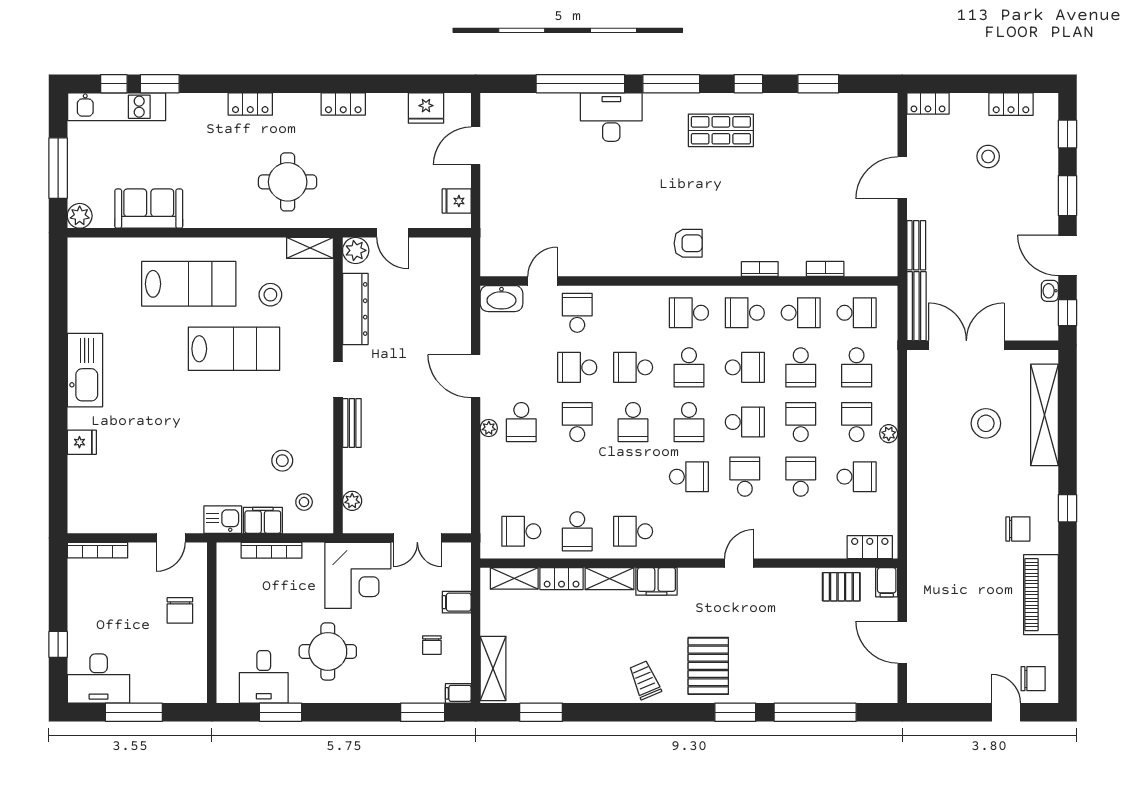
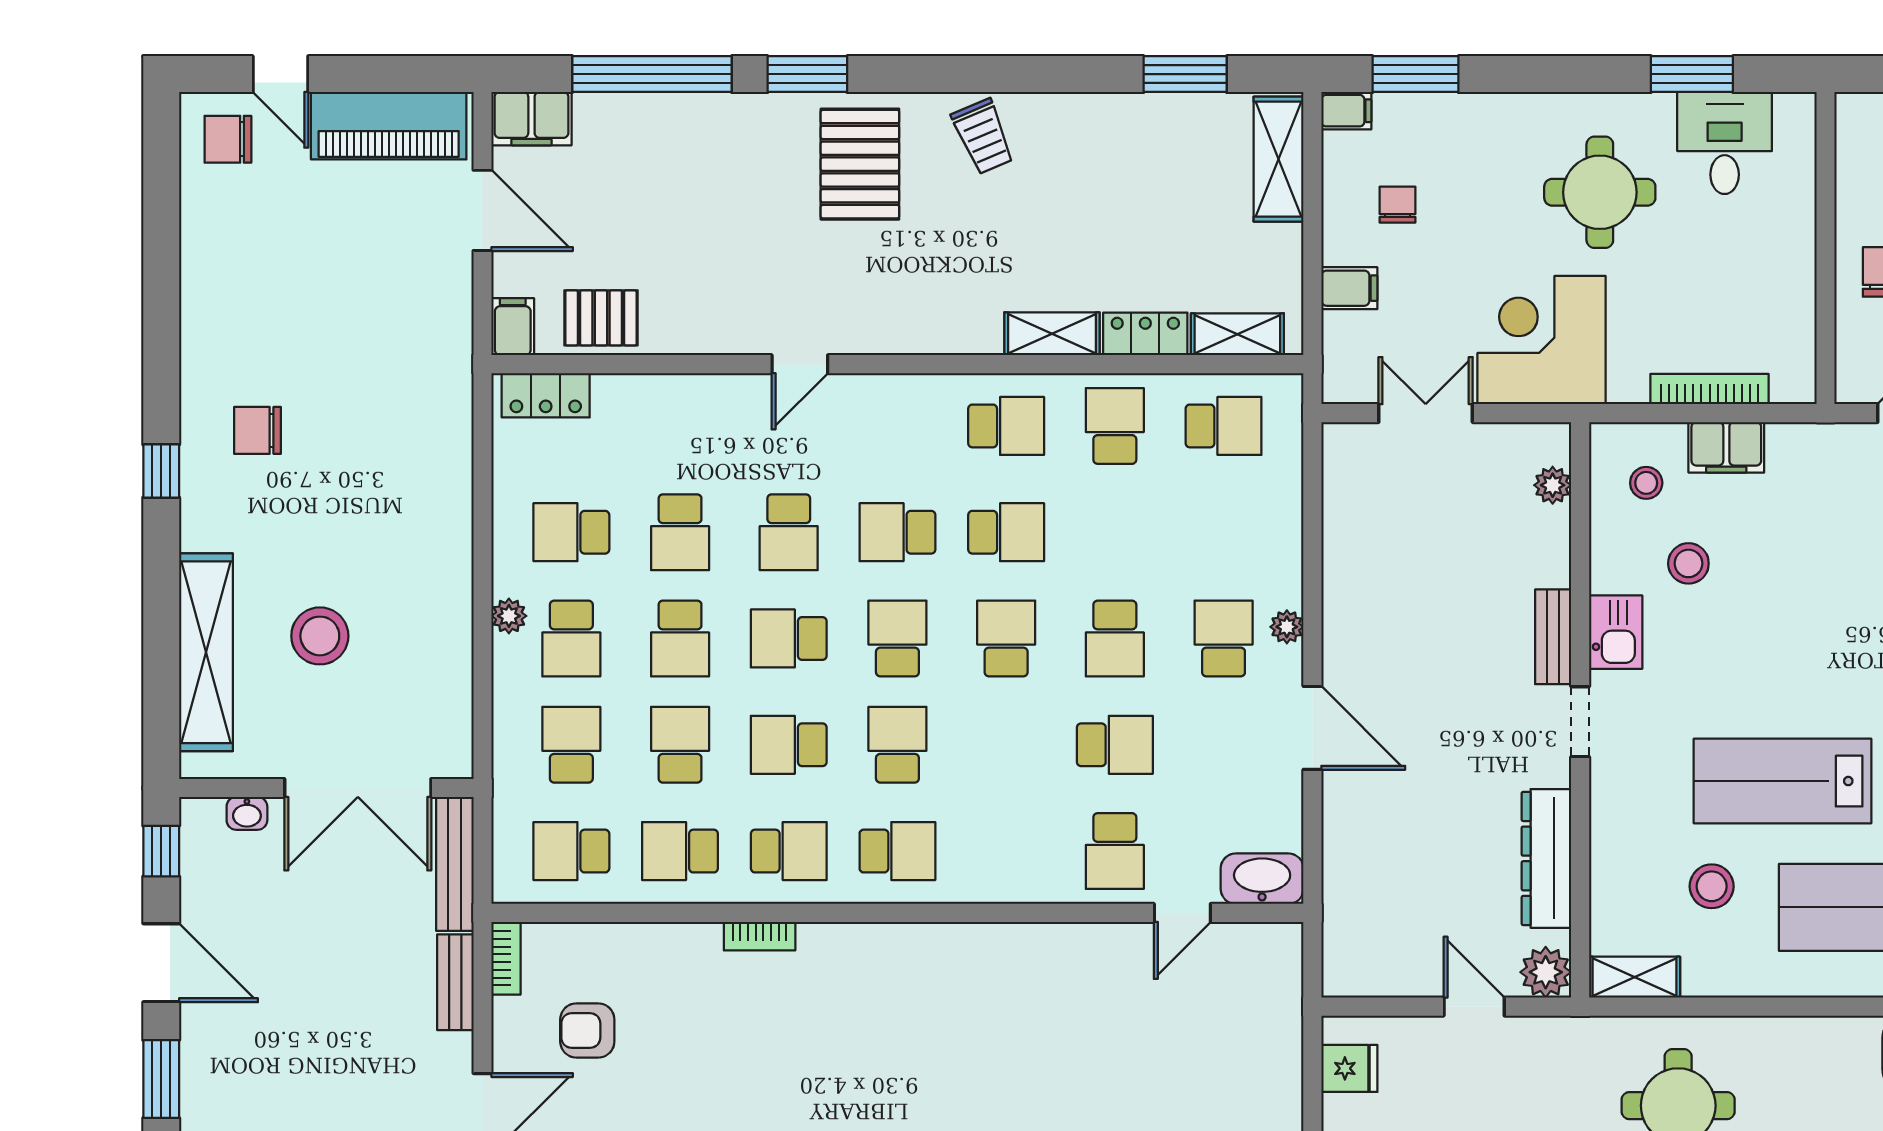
armchair: (688, 243) -> (587, 1030), moved
bookcase: (825, 269) -> (506, 958), moved, turned -90
washbasin: (1050, 291) -> (247, 813), moved, turned 90
school desk: (633, 367) -> (1006, 532), moved
kitchen sink: (223, 520) -> (1616, 632), moved, turned -90
filing cabinet: (656, 581) -> (531, 119), moved, turned 180
piano: (1041, 595) -> (389, 126), moved, turned 90

